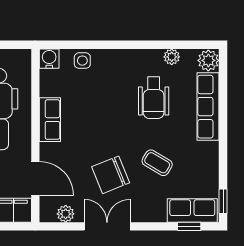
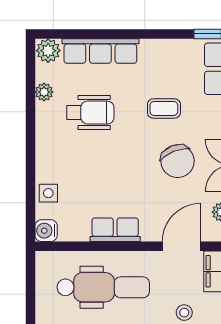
coffee table: (157, 163) -> (164, 108), turned 59

